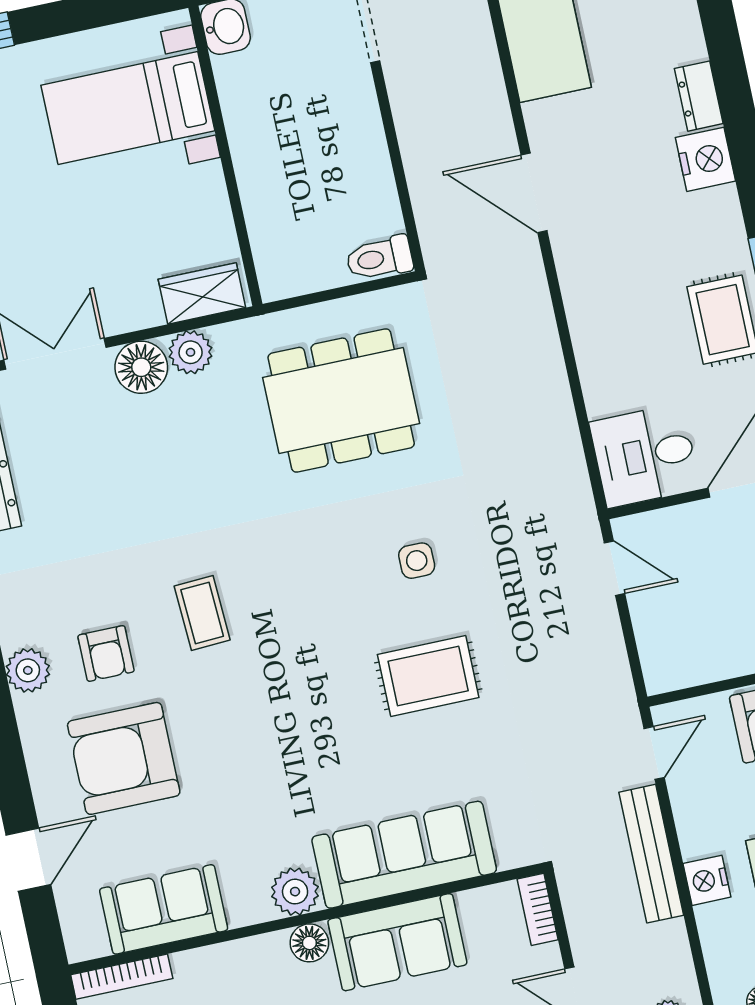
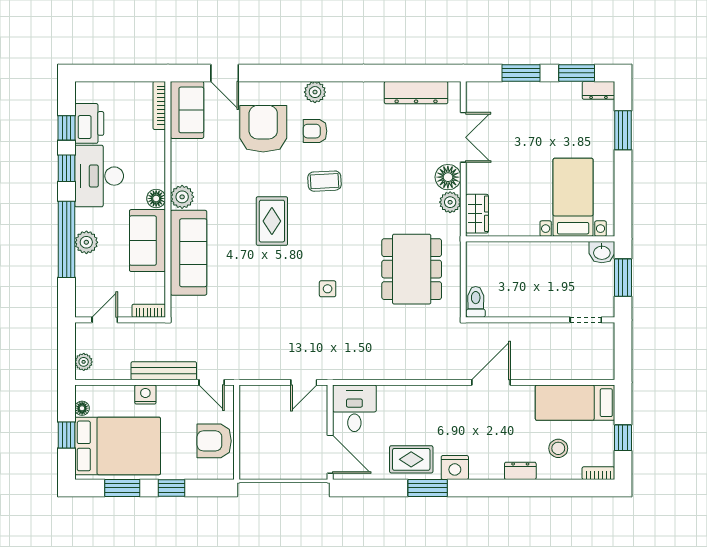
stool: (637, 30) -> (558, 448), added
nightstand: (705, 159) -> (455, 468), moved
rug: (428, 676) -> (272, 221), moved
sofa: (164, 909) -> (187, 110), moved

